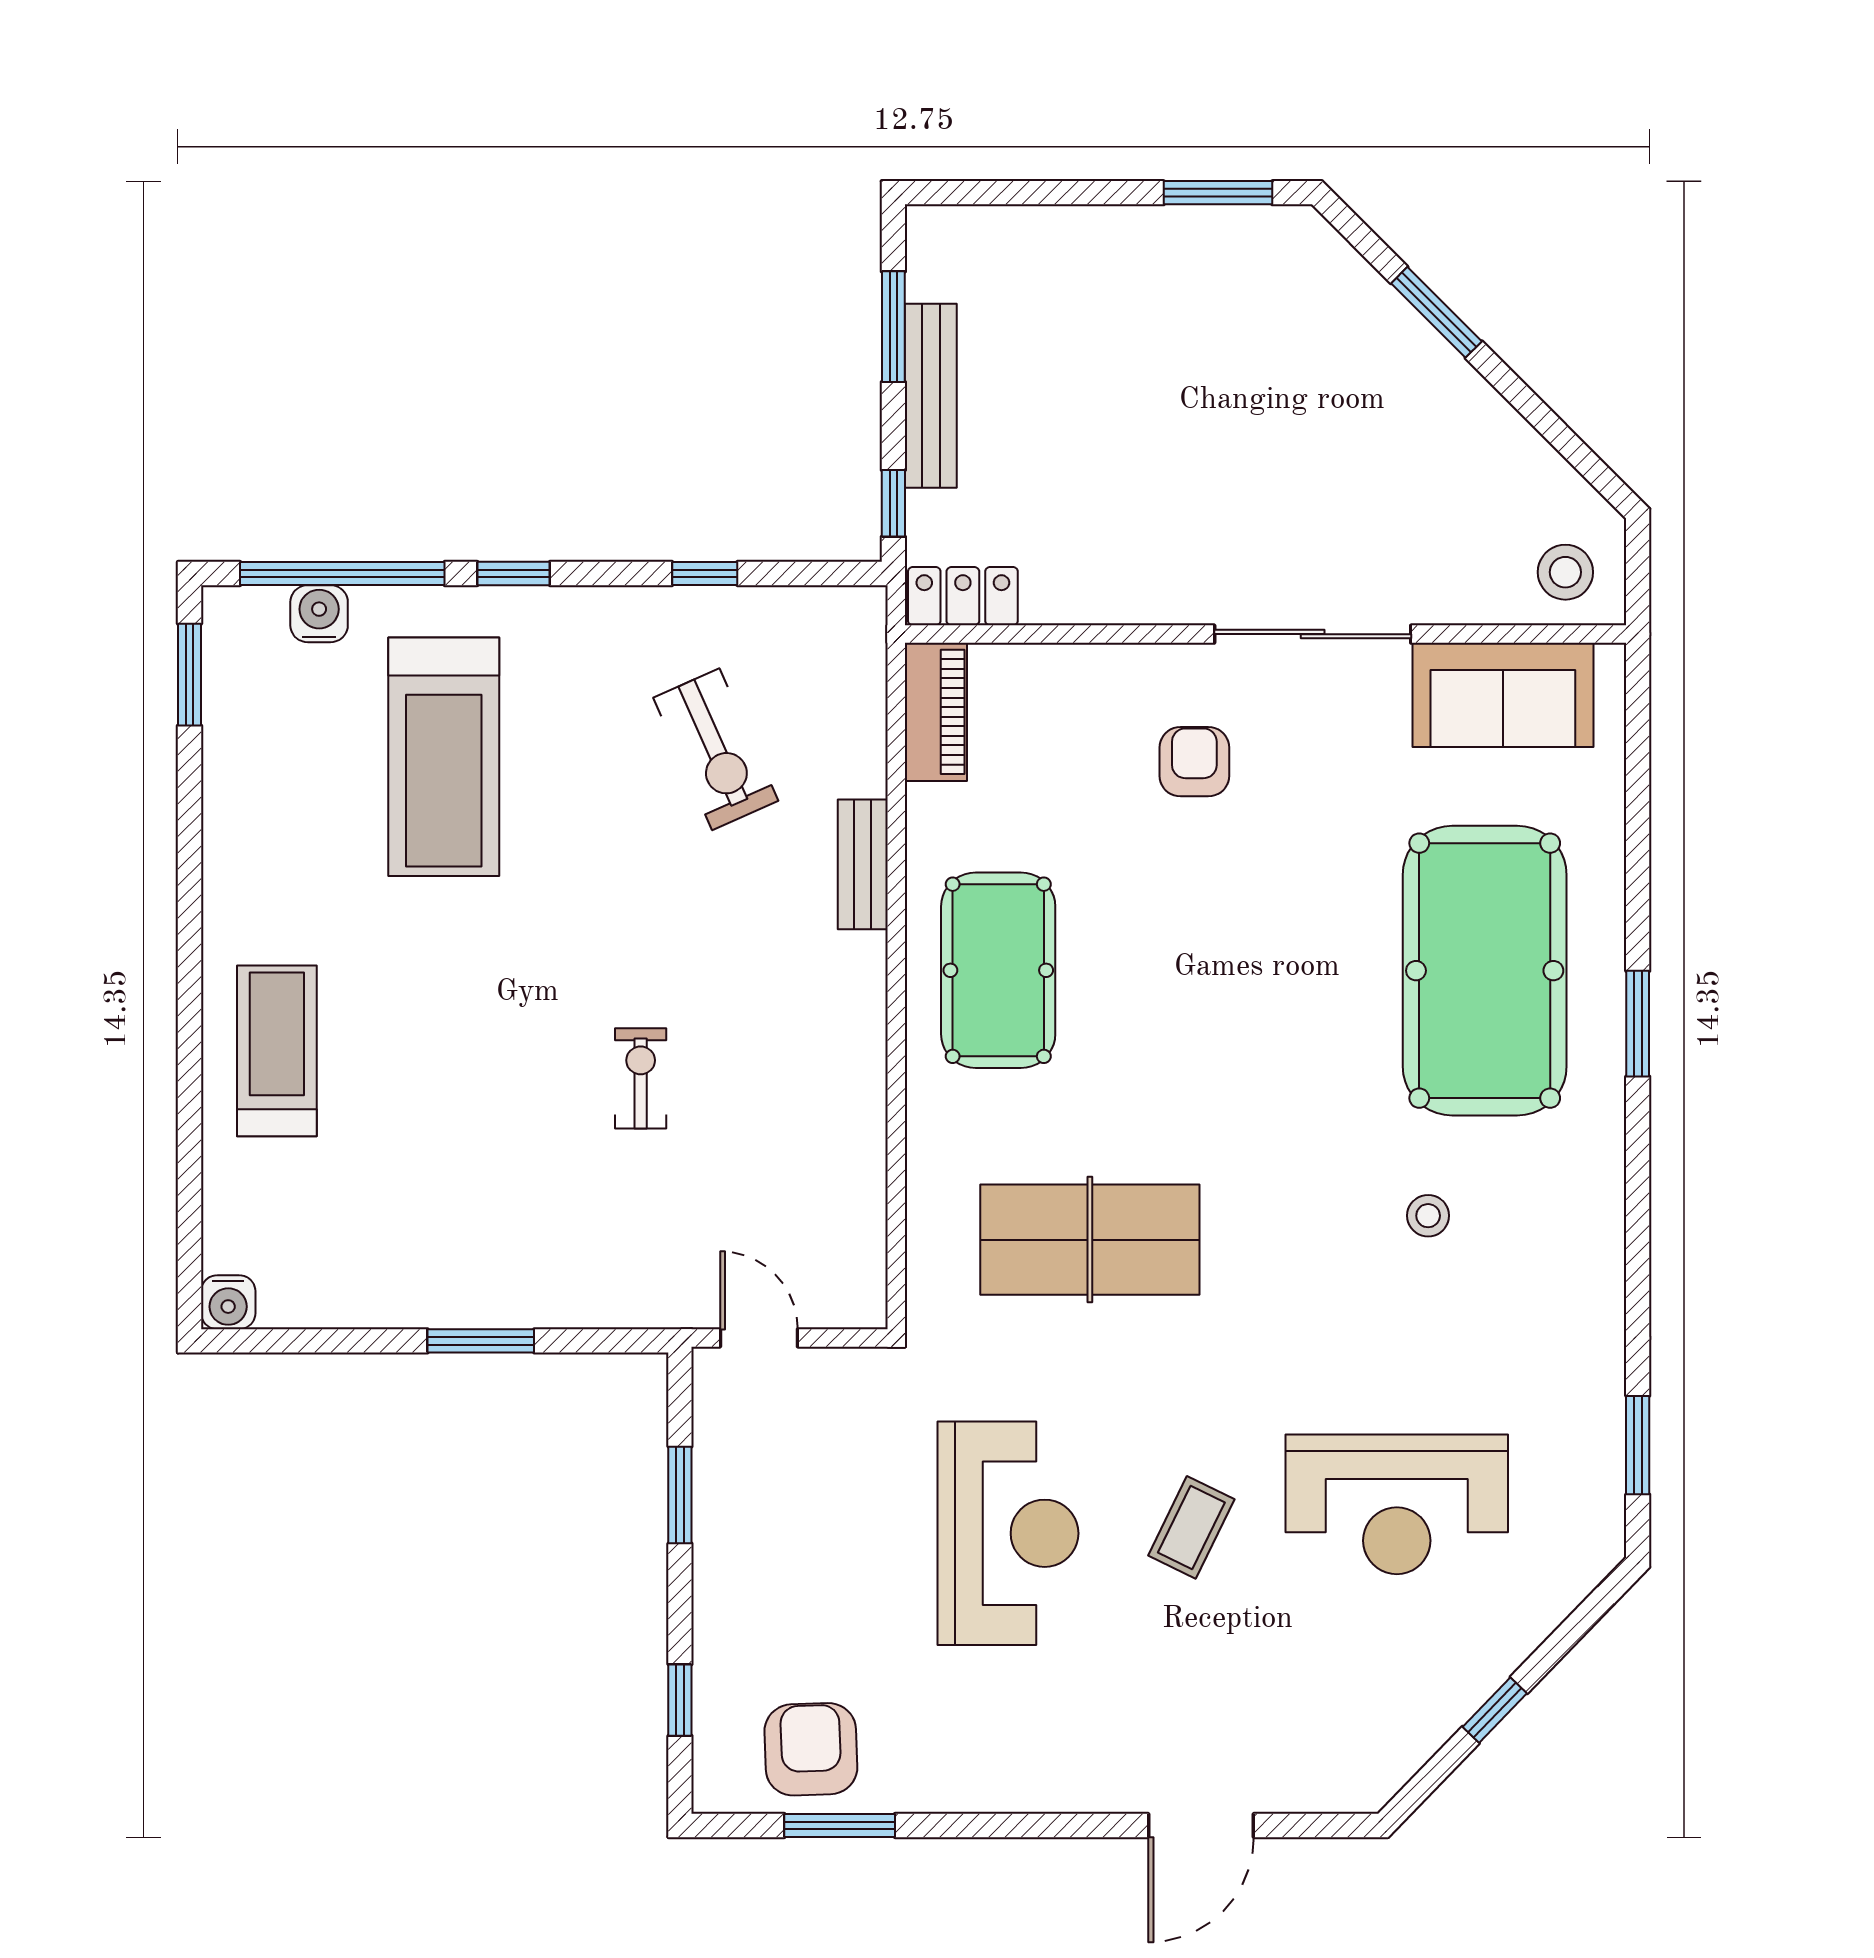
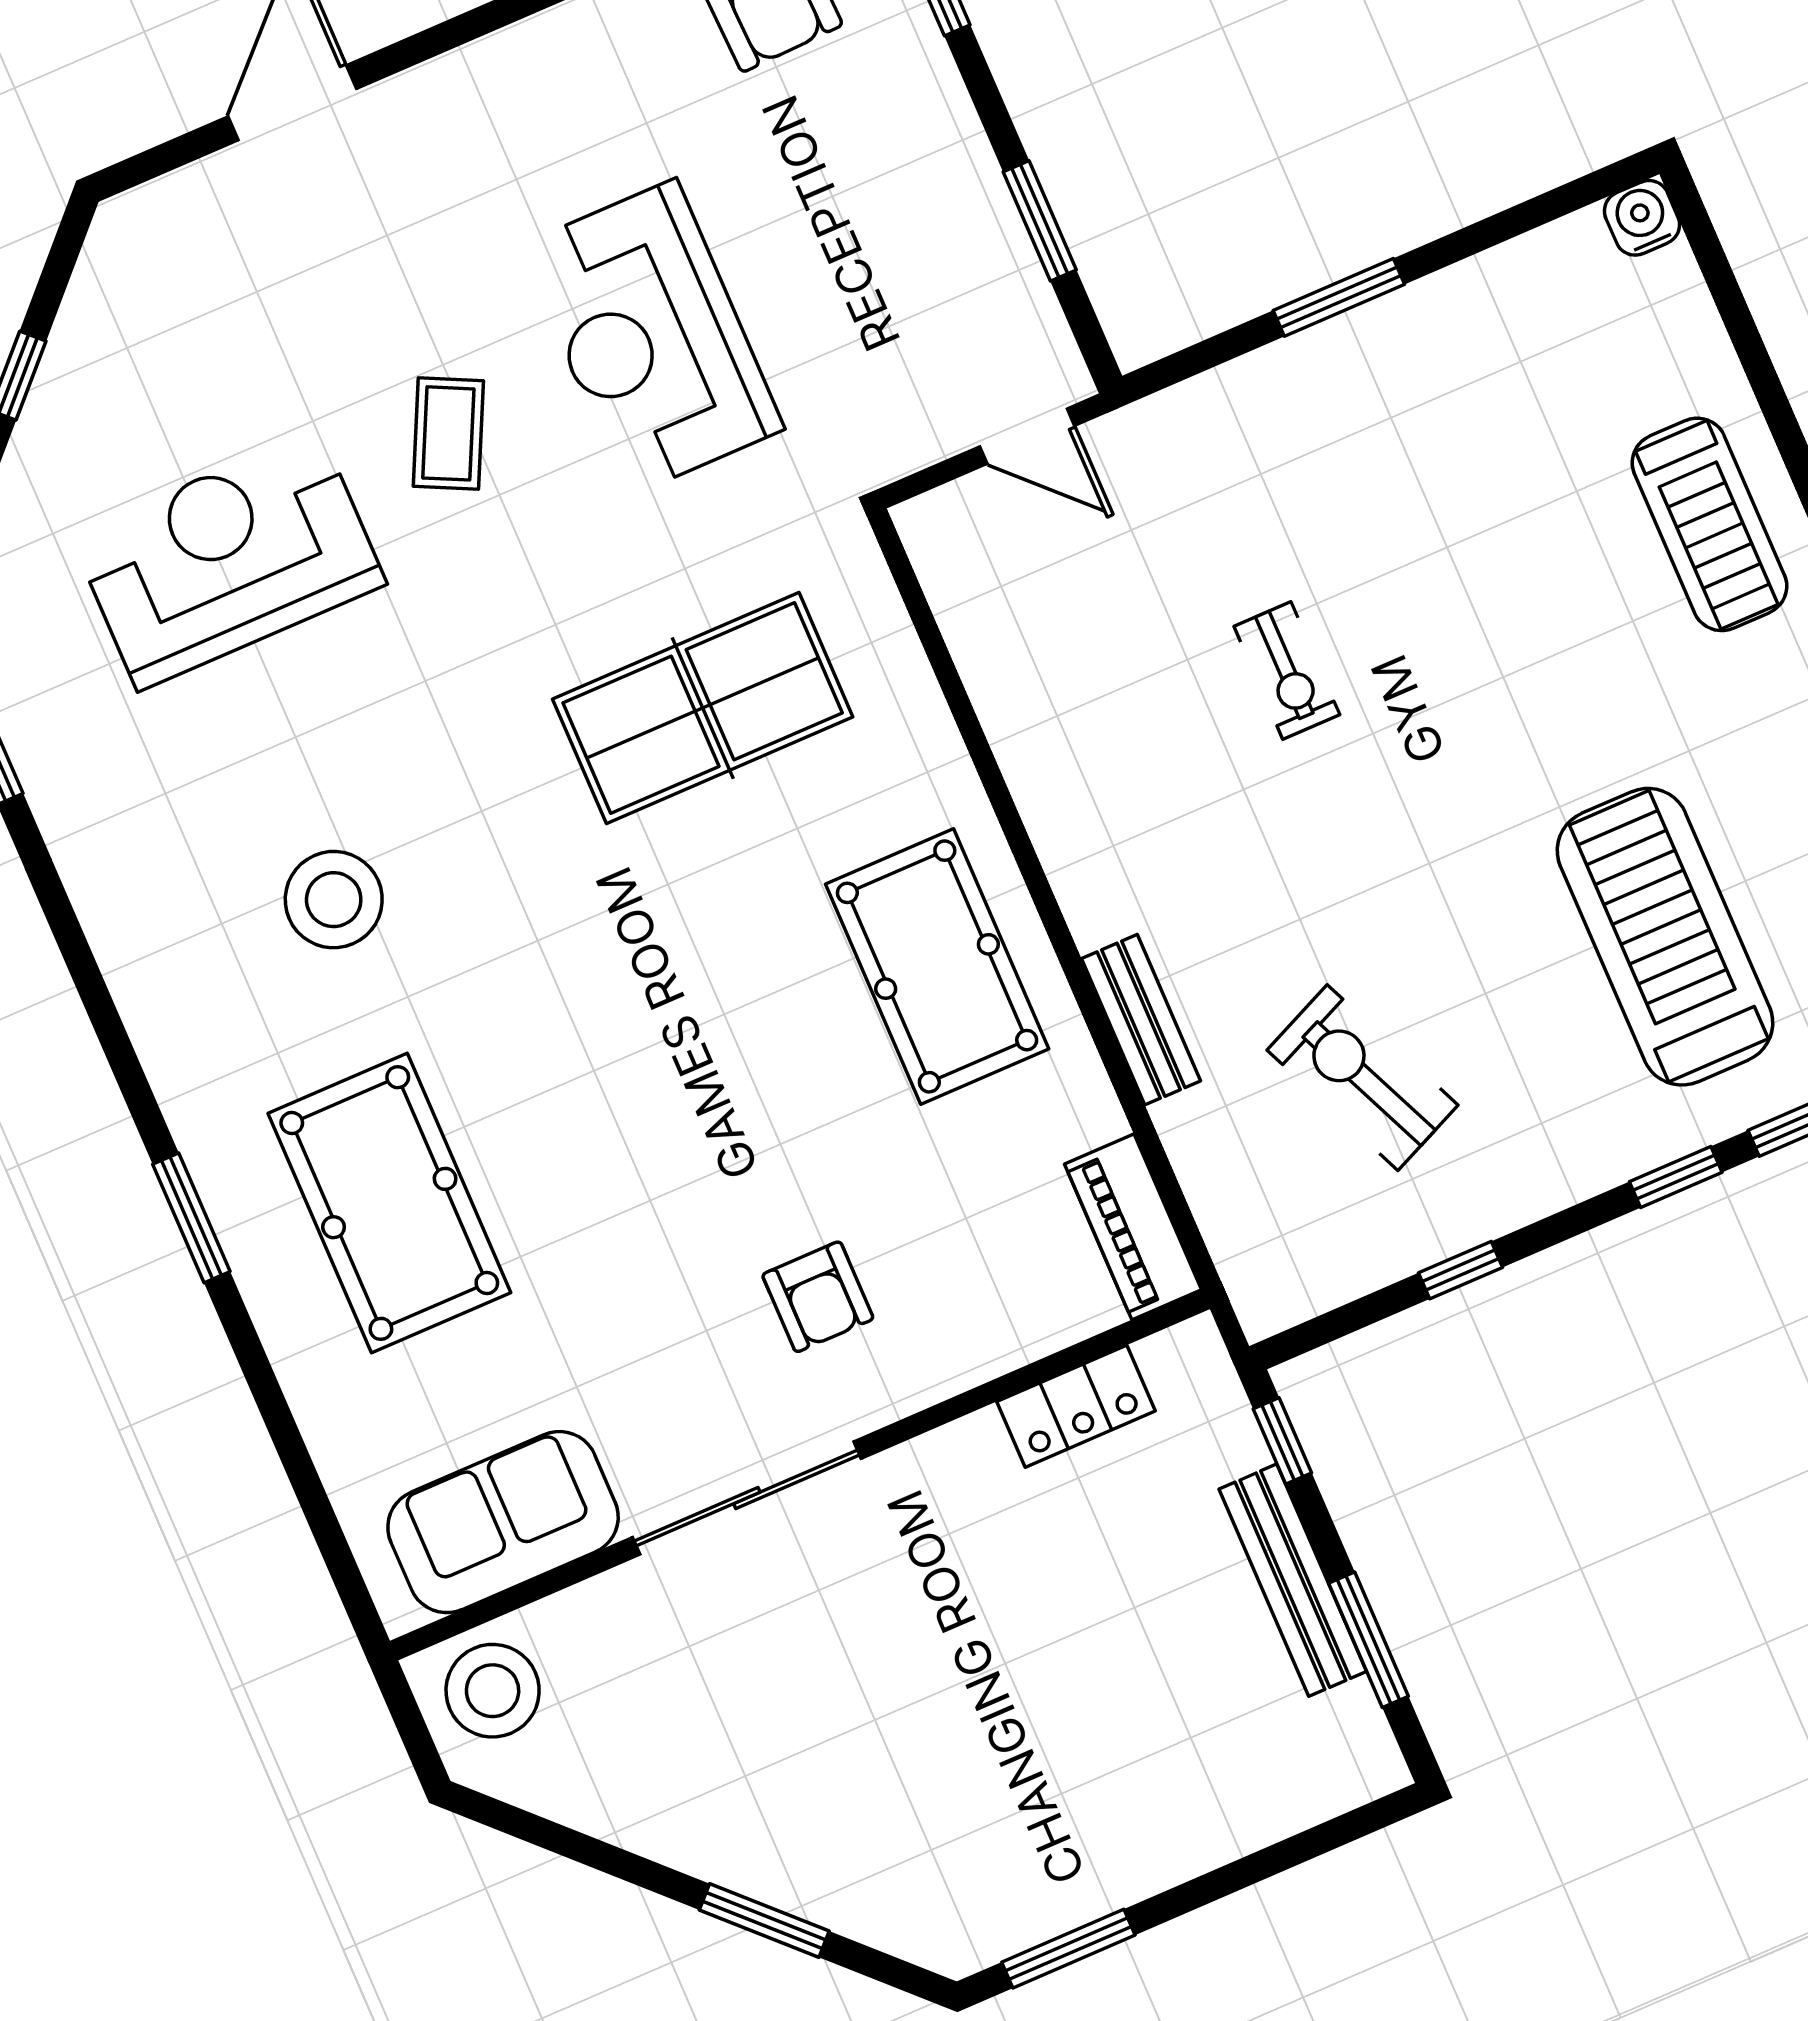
stool: (1565, 572) -> (493, 1691), width x1.38, depth x1.38
locker: (963, 596) -> (1076, 1406), moved
pool table: (1485, 971) -> (389, 1203), width x0.73, depth x0.76
stool: (1428, 1216) -> (334, 900), width x1.89, depth x1.89

